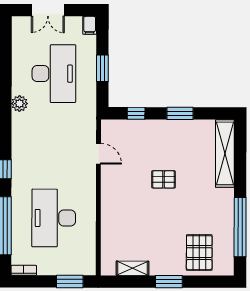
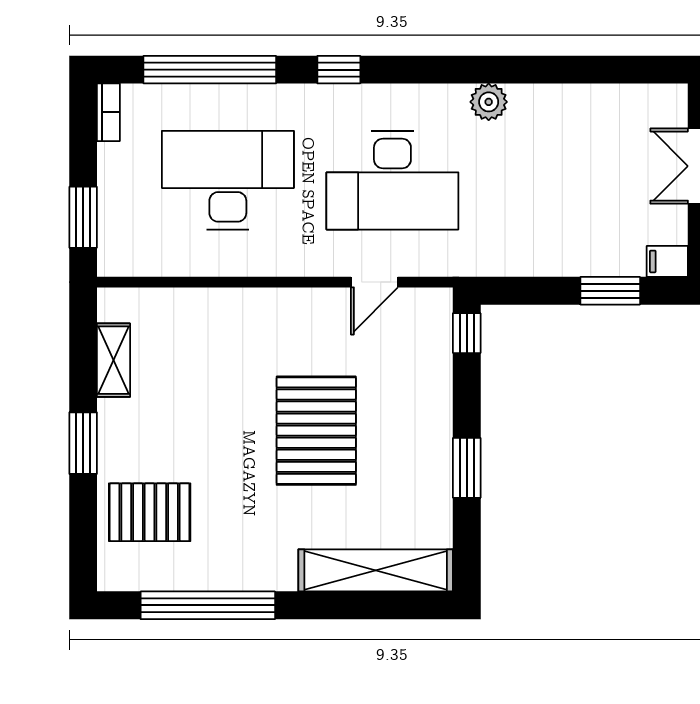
window: (102, 68) -> (610, 291), moved
desk: (54, 74) -> (392, 180), moved
window: (136, 113) -> (467, 333), moved
pallet: (164, 179) -> (316, 431), width x2.05, depth x2.00

